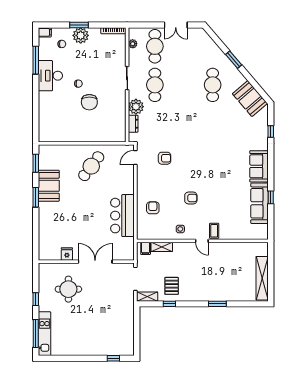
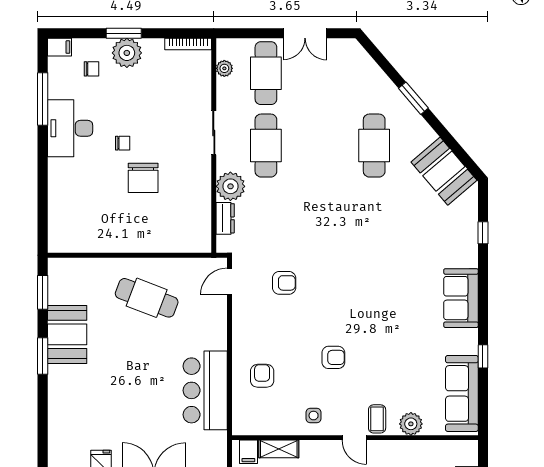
cafe table: (91, 166) -> (147, 298), turned 74
sofa: (259, 203) -> (462, 393), moved
plant: (232, 233) -> (411, 424), added

